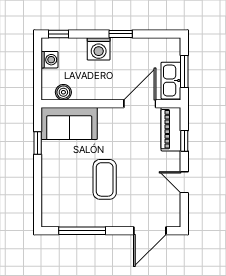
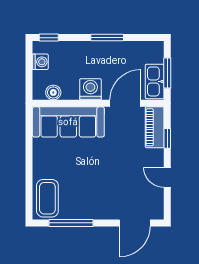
window: (121, 34) -> (107, 38), width x1.50
washing machine: (99, 49) -> (90, 89), moved, turned 180
sofa: (69, 123) -> (68, 122), width x1.36
window: (38, 143) -> (29, 140), removed
coffee table: (105, 179) -> (47, 198), moved

